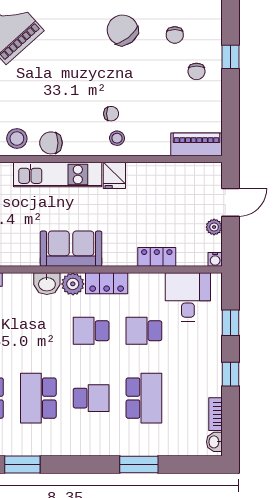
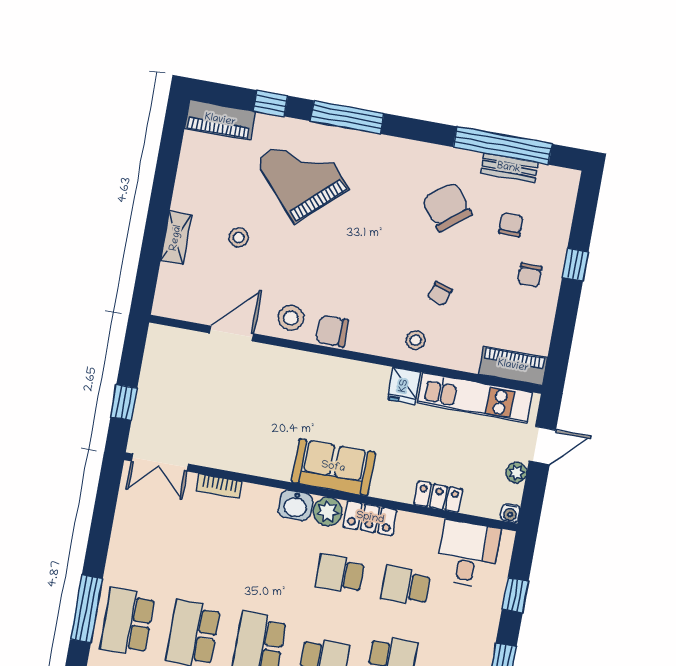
chair: (175, 35) -> (511, 225), turned 180
chair: (111, 114) -> (440, 293), moved, turned 108
kitchen unit: (58, 175) -> (475, 398), moved

